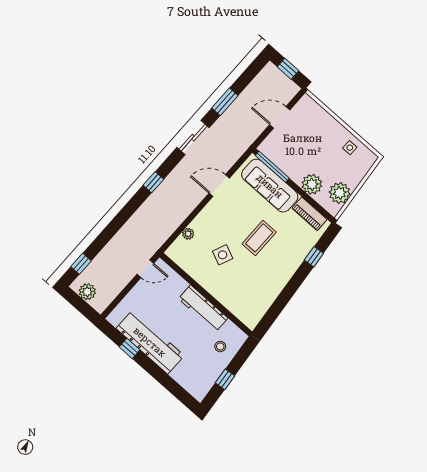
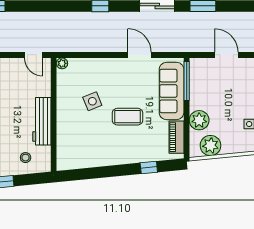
plant: (188, 234) -> (62, 63), moved
side table: (223, 255) -> (92, 101), turned 45

